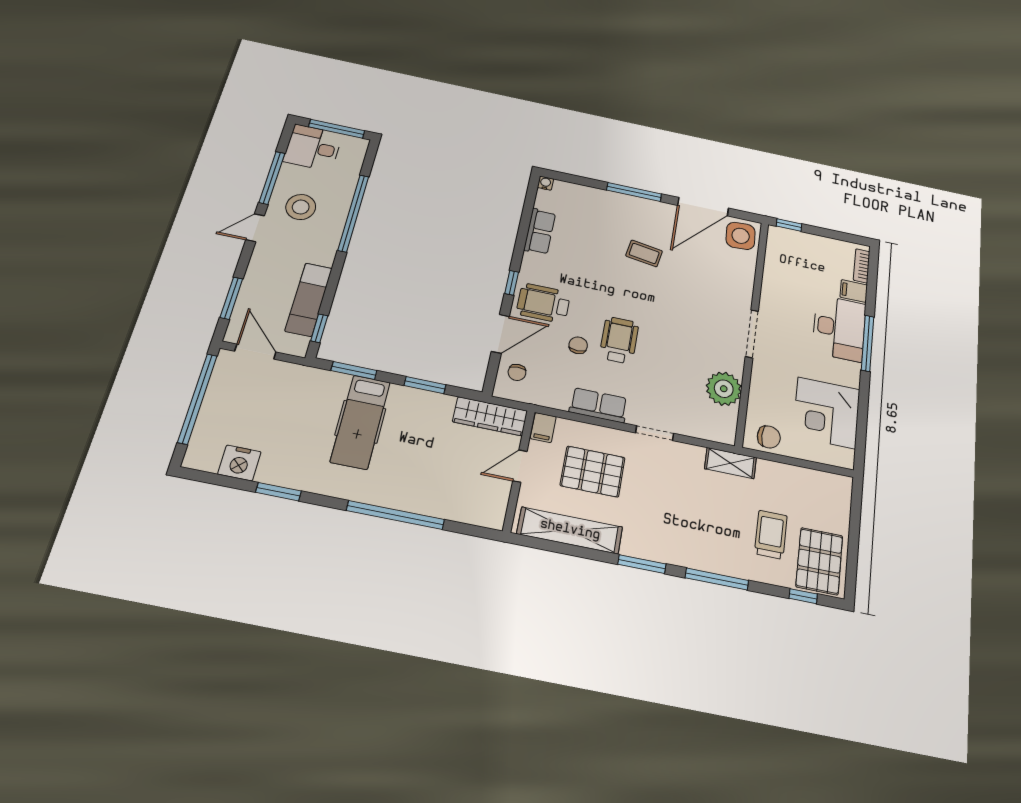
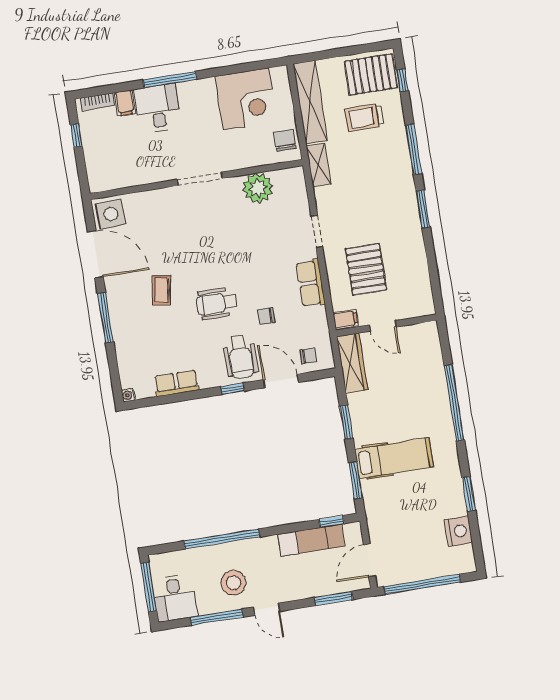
window: (789, 225) -> (76, 136), moved
desk: (839, 328) -> (158, 108), width x0.73
wheelchair: (619, 340) -> (217, 303), moved
shelving: (570, 530) -> (310, 102), moved

